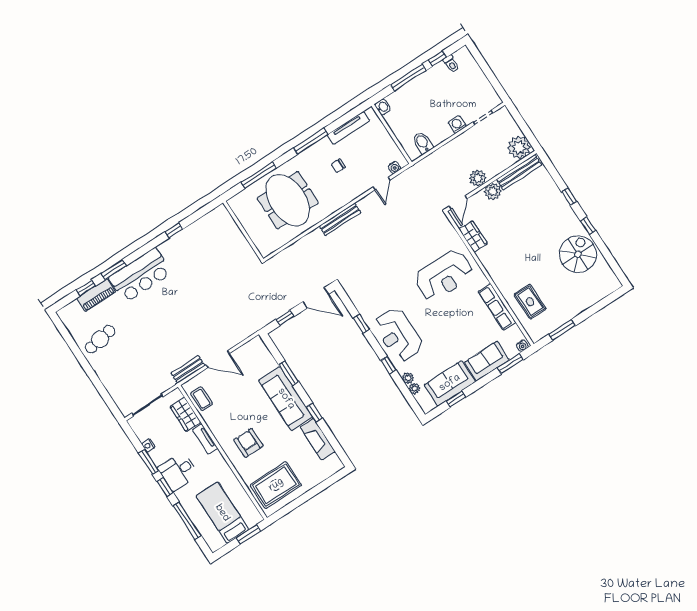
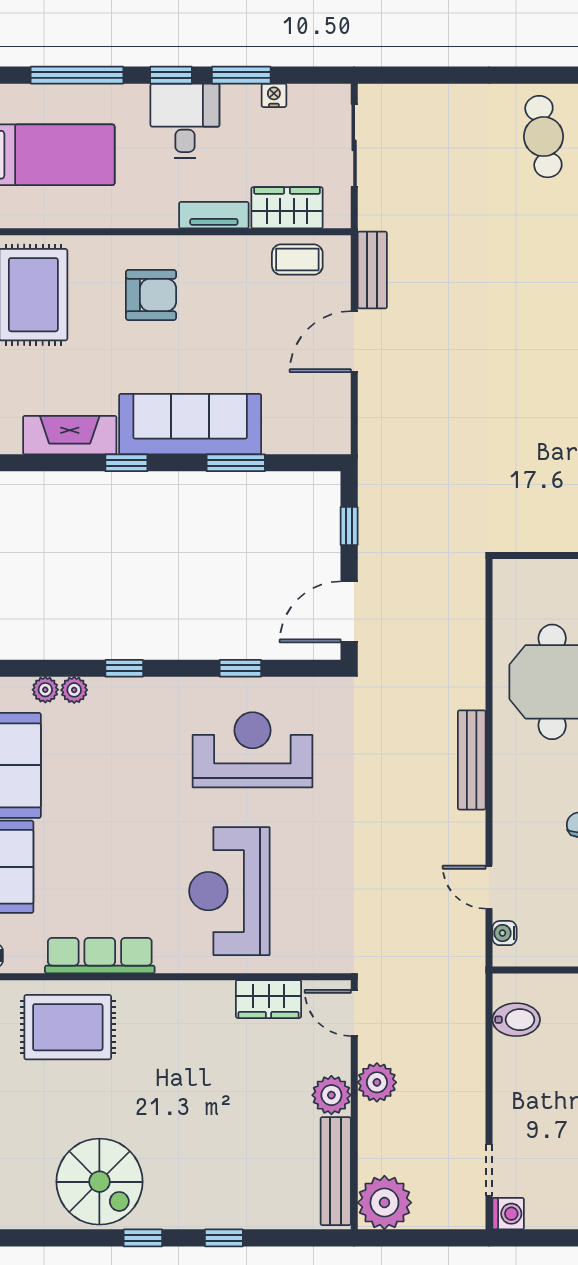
washing machine: (457, 124) -> (508, 1214), moved
rug: (530, 302) -> (68, 1027), width x1.36, depth x1.43
reception desk: (398, 335) -> (252, 750), moved

